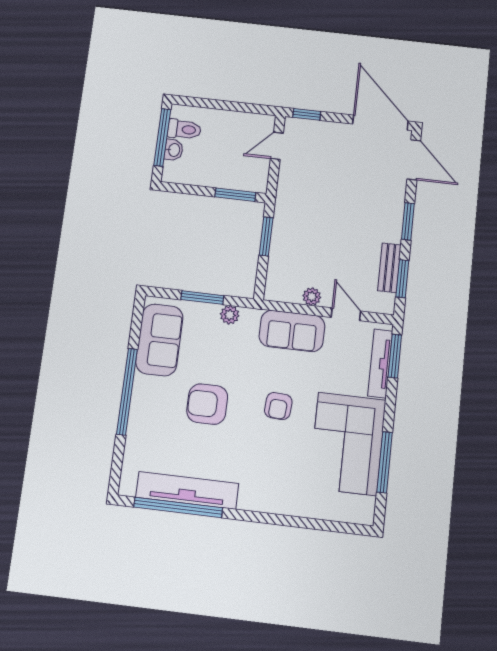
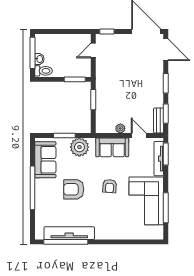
toilet: (184, 129) -> (43, 71), moved
bench: (389, 268) -> (159, 120), moved
plant: (230, 315) -> (79, 147), width x1.87, depth x1.87

